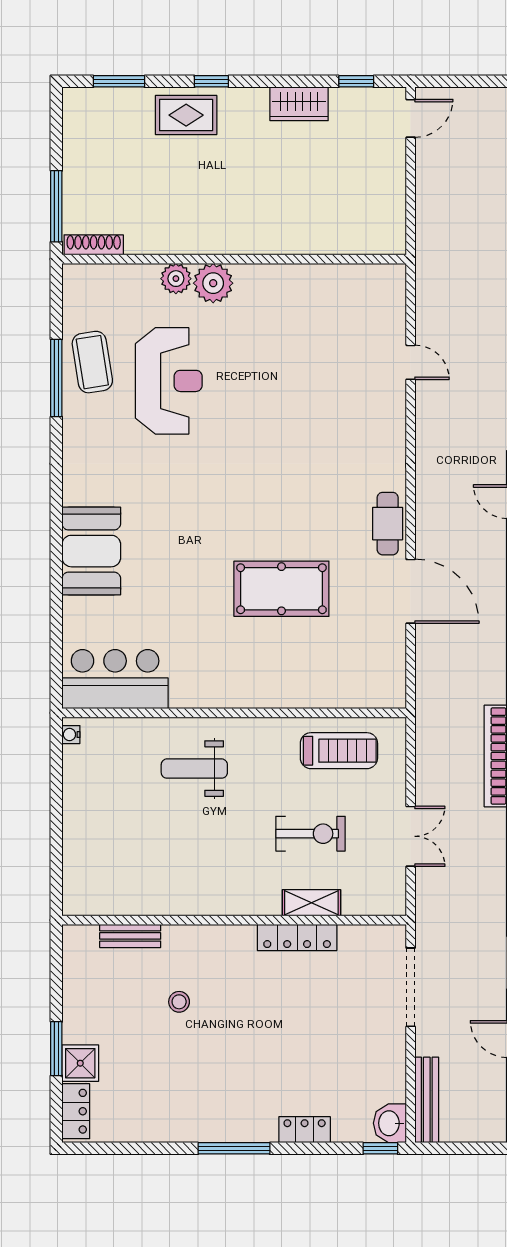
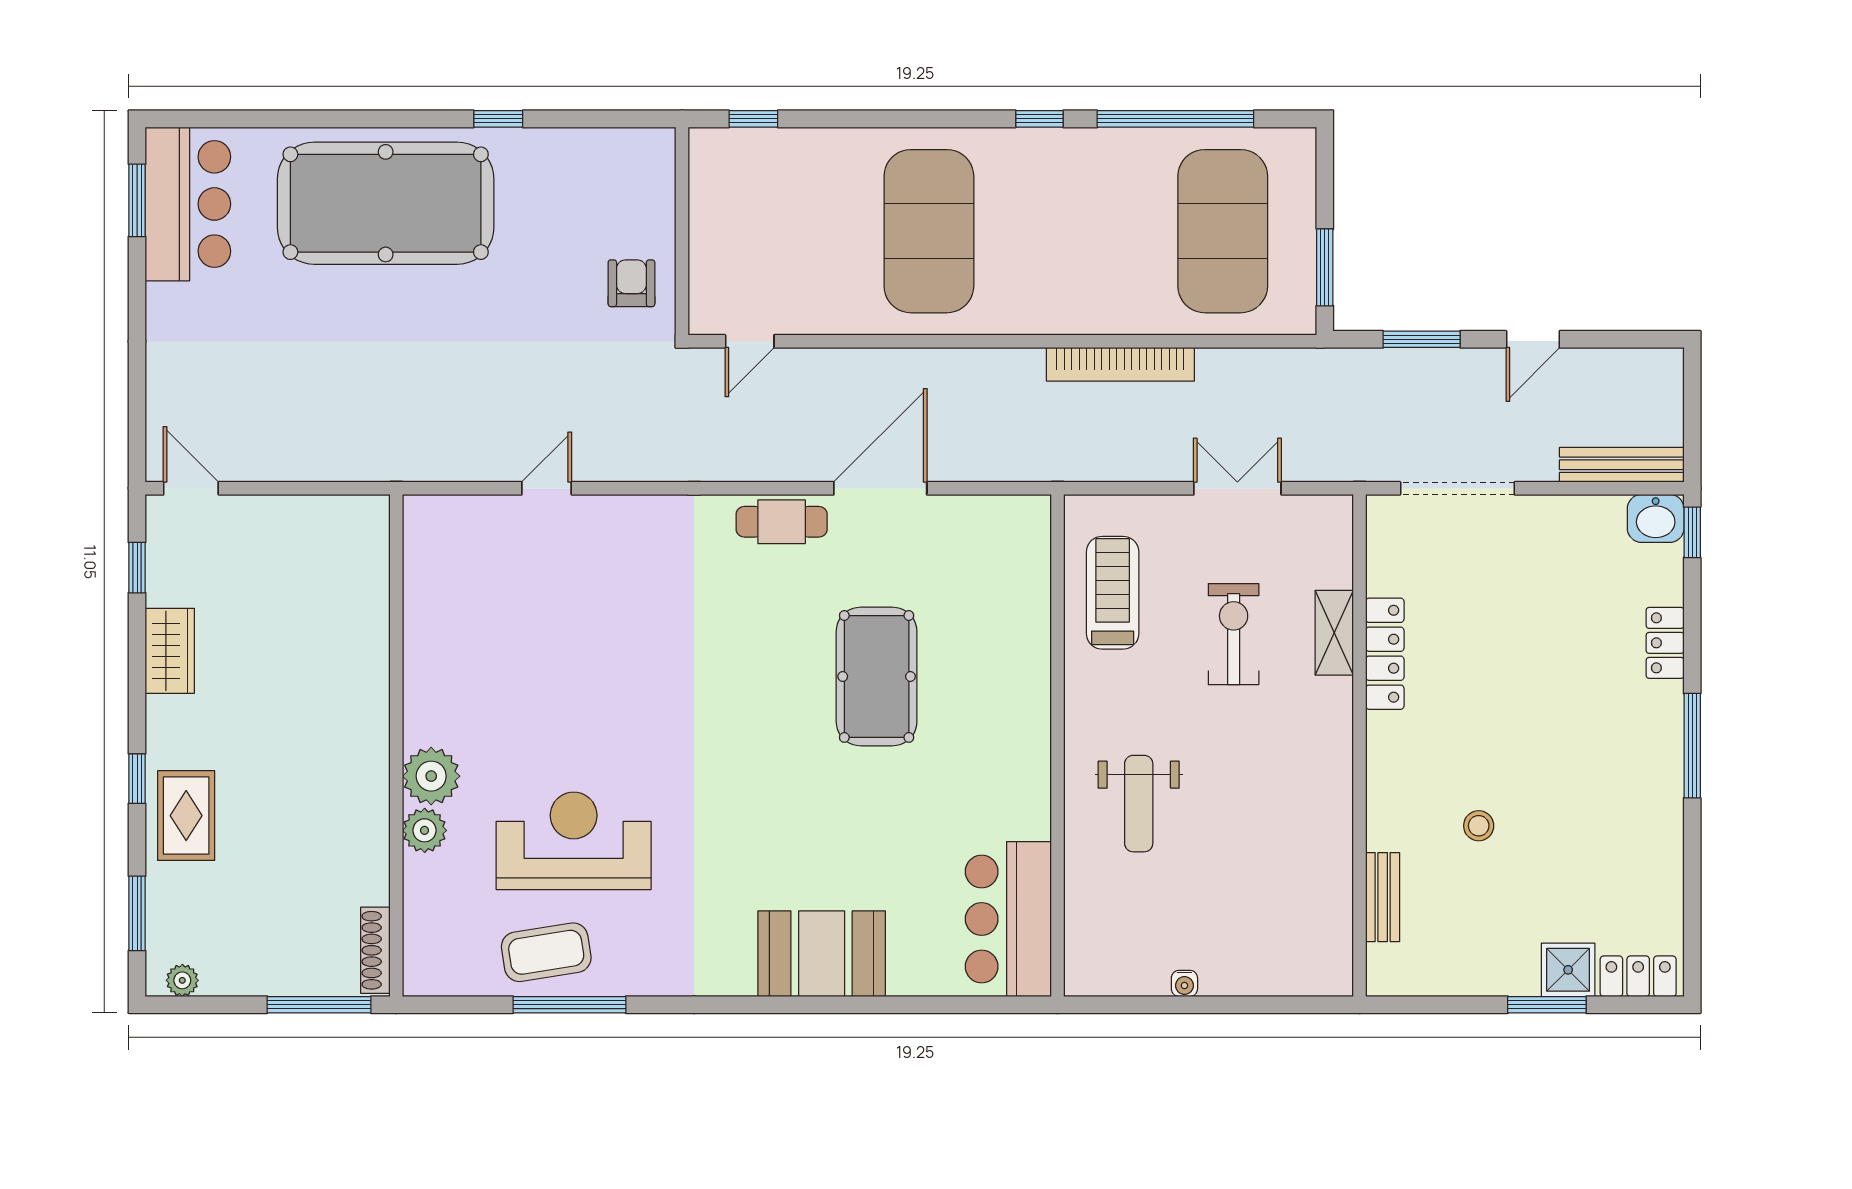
plant: (73, 112) -> (182, 980), added
water cooler: (71, 735) -> (1184, 983), moved

